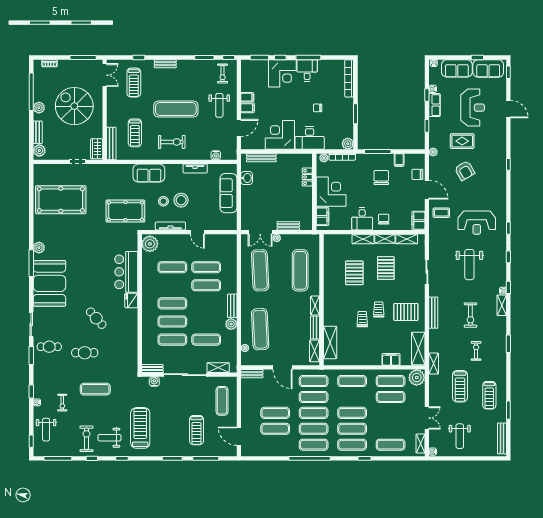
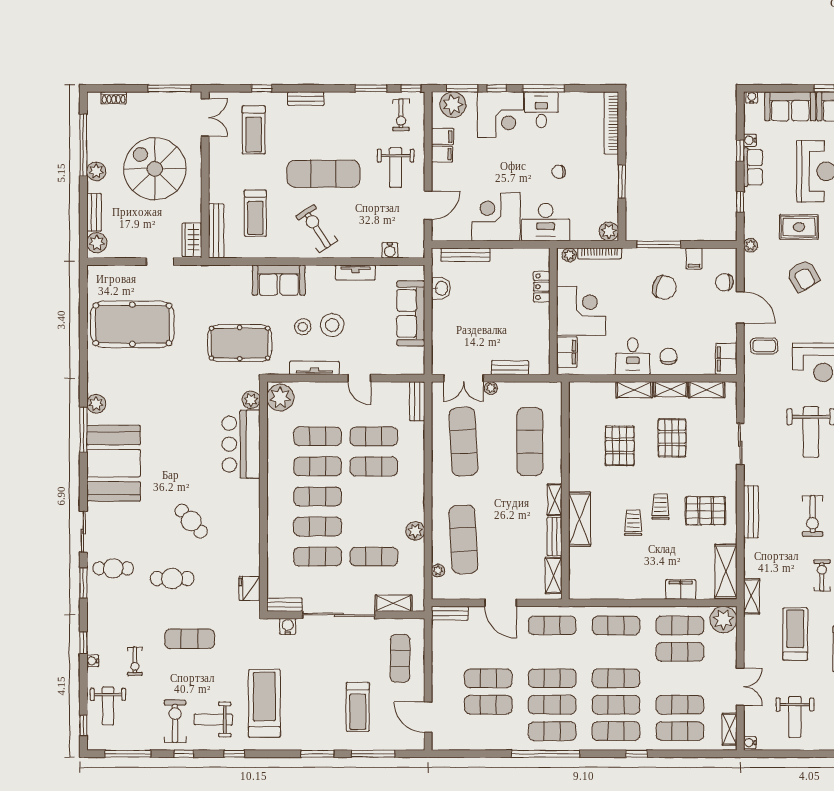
plant: (254, 67) -> (453, 105), added
filing cabinet: (248, 108) -> (442, 137), moved
exercise bike: (172, 142) -> (317, 228), turned -123
chair: (381, 178) -> (664, 287), turned 106
plant: (132, 245) -> (251, 400), added
exercise mat: (172, 285) -> (318, 466), added
fridge: (131, 301) -> (249, 588), moved
bench: (232, 306) -> (417, 401), moved
shelving: (330, 342) -> (580, 519), moved
treadmill: (460, 386) -> (795, 634), turned 180
exercise mat: (314, 397) -> (680, 705), moved

